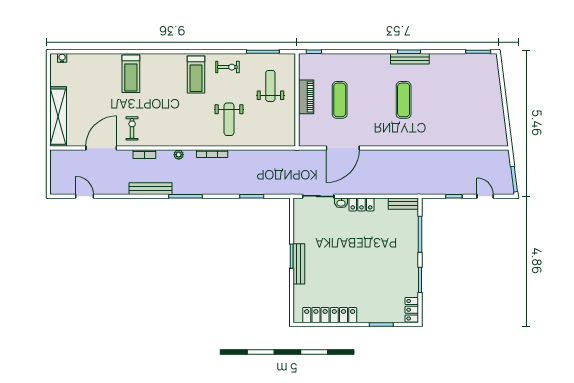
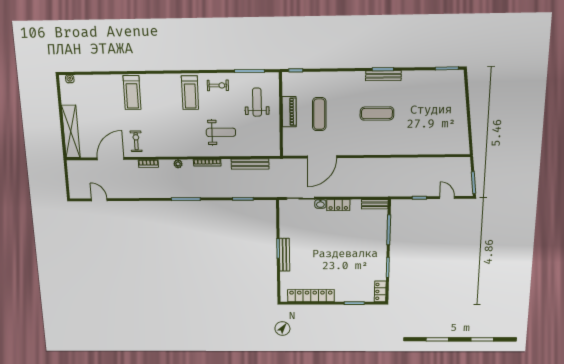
exercise mat: (404, 100) -> (377, 114), turned 90
weight bench: (229, 119) -> (221, 132), turned -90
bench: (150, 189) -> (250, 164), moved

